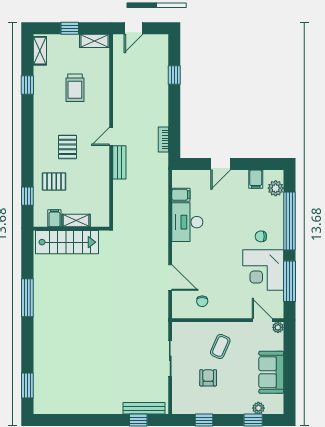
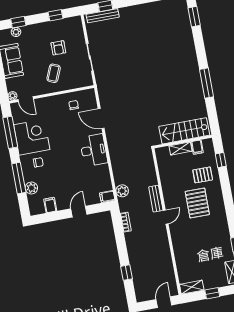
trolley: (75, 88) -> (200, 249), removed
pallet: (68, 147) -> (197, 203), width x1.50, depth x1.42
plant: (161, 180) -> (122, 191), added
plant: (276, 188) -> (31, 188), moved
filing cabinet: (181, 195) -> (107, 196), moved
window: (289, 221) -> (19, 178), width x0.68
desk: (187, 222) -> (94, 150), moved

